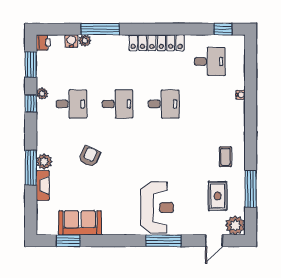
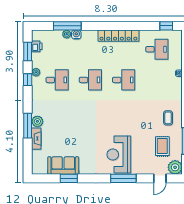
window: (100, 29) -> (67, 26), moved
water cooler: (71, 41) -> (76, 35), moved
printer: (43, 42) -> (37, 46), moved
armchair: (90, 157) -> (70, 118), removed
reception desk: (157, 208) -> (119, 155), turned 180
window: (68, 241) -> (69, 178), moved

